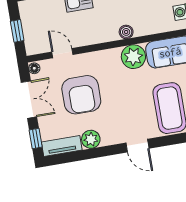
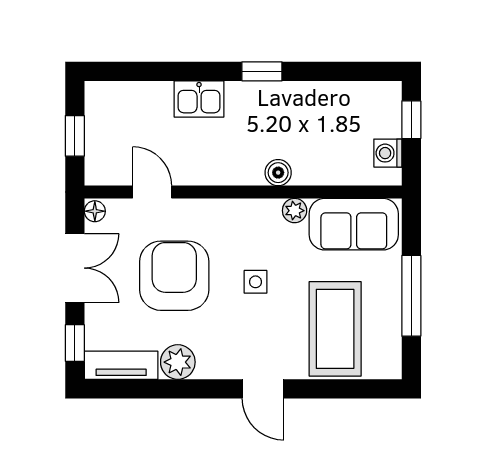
plant: (133, 57) -> (295, 211), width x0.53, depth x0.53
side table: (124, 91) -> (256, 282), added
armchair: (81, 95) -> (174, 276), turned 180

